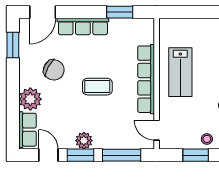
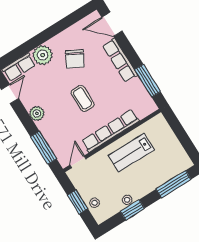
window: (120, 12) -> (147, 81), width x1.44
window: (13, 45) -> (74, 17), removed
window: (81, 155) -> (25, 118), removed

